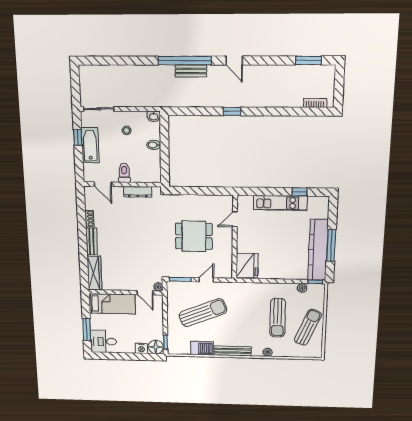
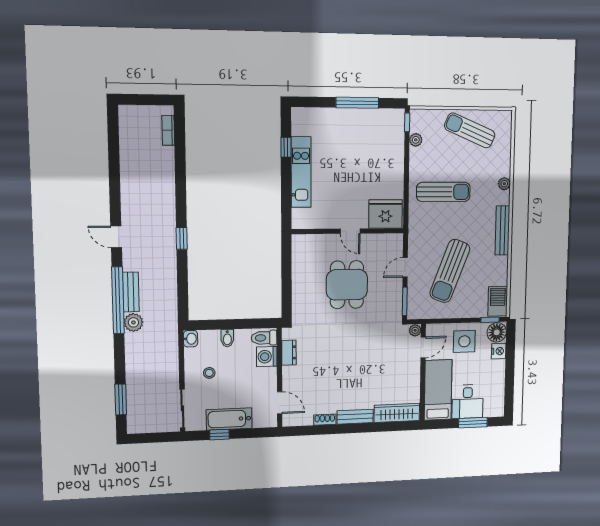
window: (308, 60) -> (121, 400), moved
door: (234, 61) -> (116, 237), swing flipped
plant: (167, 72) -> (133, 322), added
toilet: (124, 173) -> (264, 338), moved
washing machine: (139, 175) -> (267, 357), added
door: (103, 184) -> (280, 403), hinge flipped
dresser: (138, 192) -> (289, 353), width x0.70
door: (235, 219) -> (350, 231), moved
kitchen counter: (318, 250) -> (364, 120), removed
door: (206, 280) -> (405, 267), hinge flipped
sun lounger: (203, 313) -> (450, 271), turned -137
sun lounger: (278, 318) -> (443, 192), moved
side table: (149, 323) -> (464, 341), added
desk: (104, 342) -> (468, 402), moved
barbecue: (202, 348) -> (498, 301), moved

